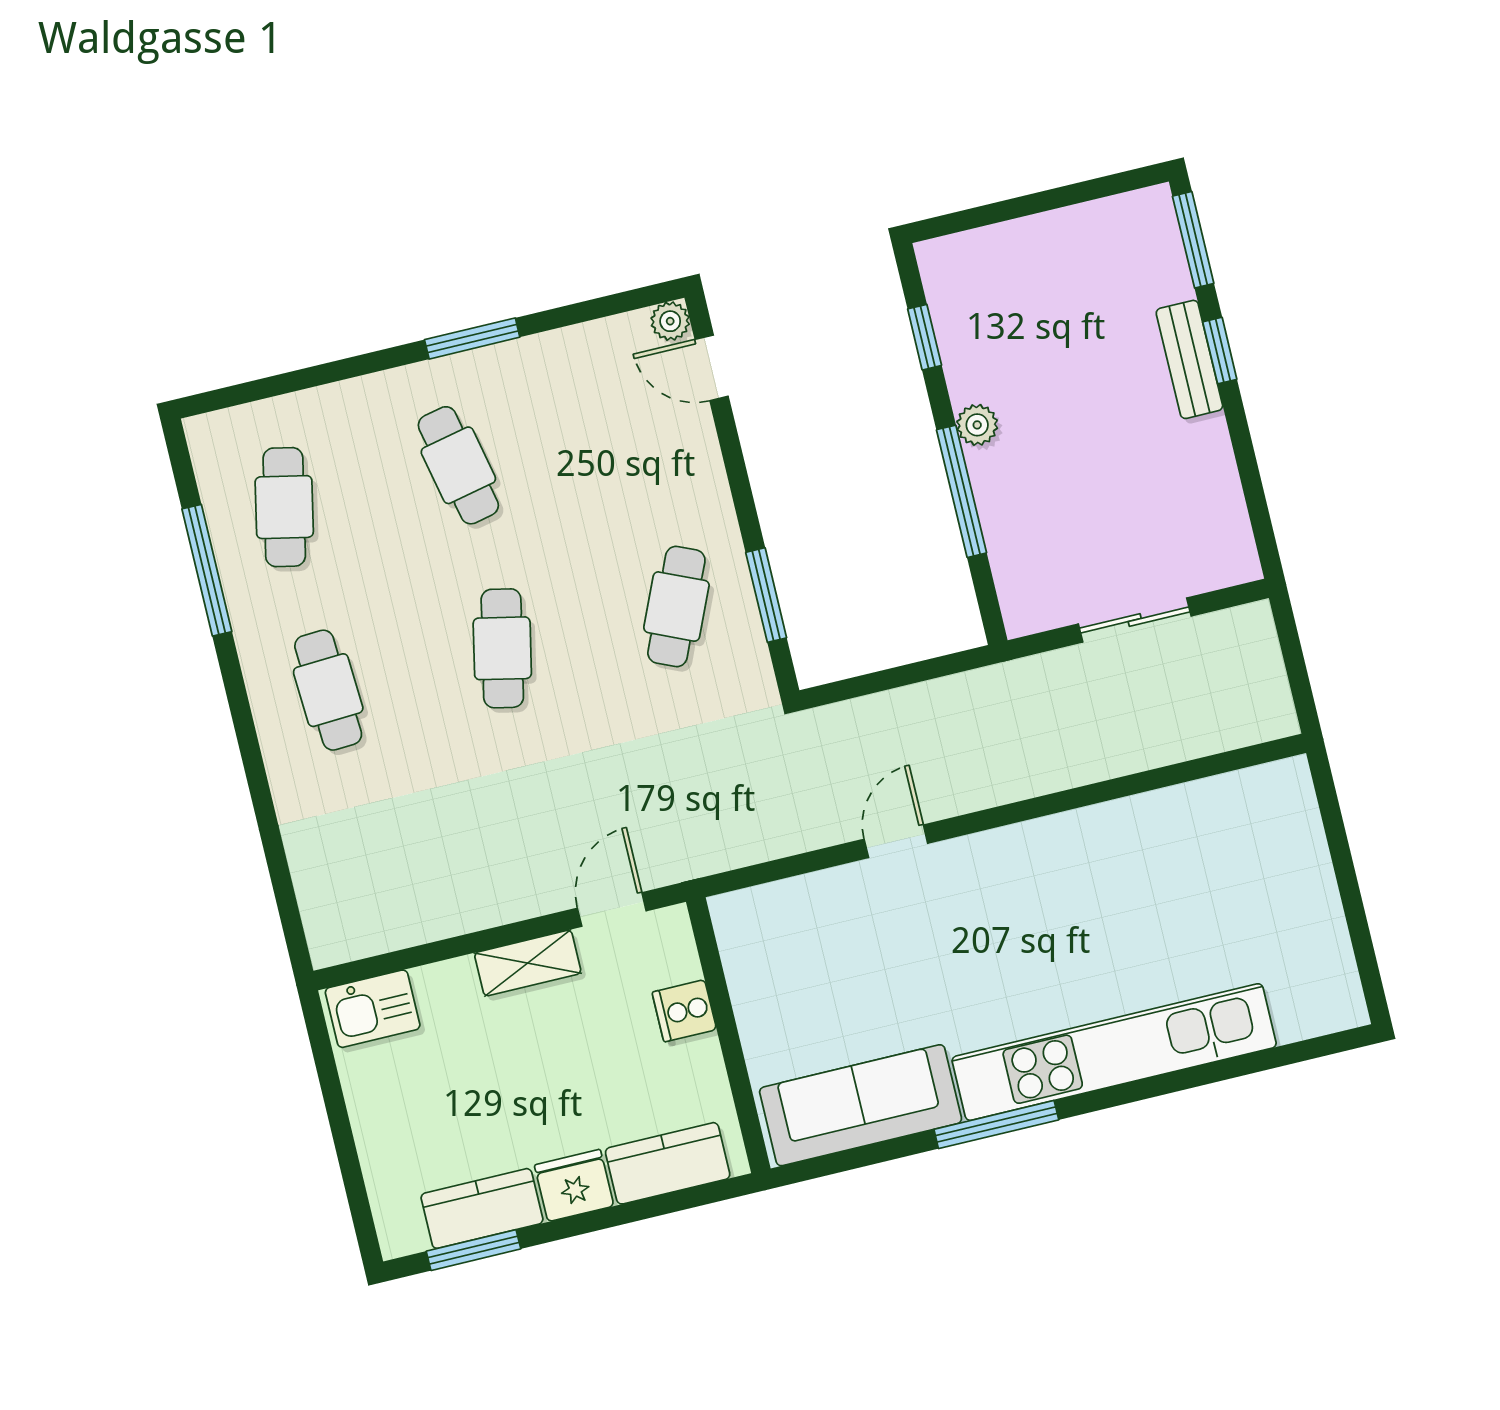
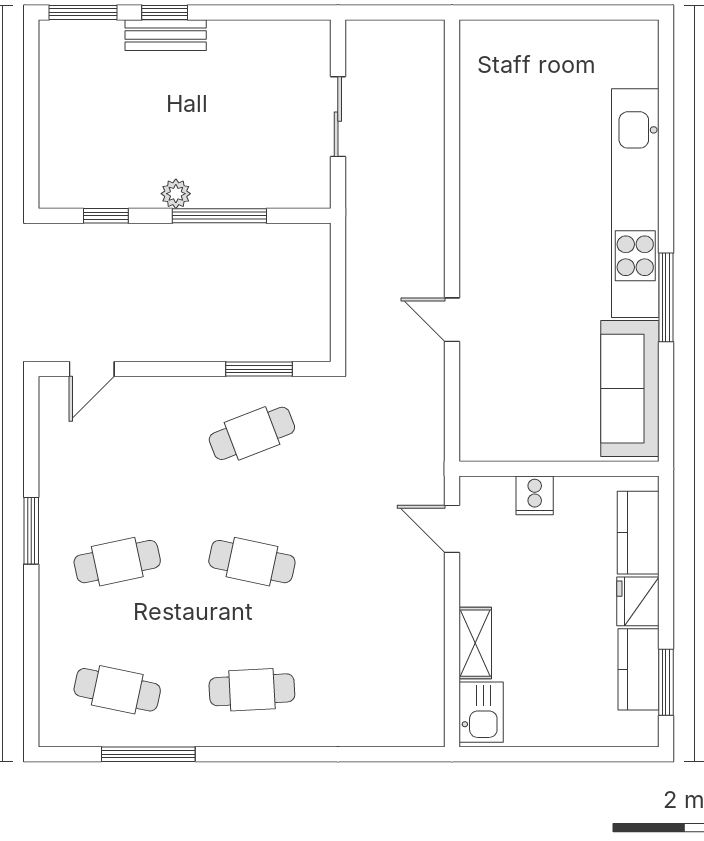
plant: (670, 321) -> (52, 390), removed
cafe table: (676, 607) -> (252, 433), turned -45
shelving: (528, 963) -> (475, 643), moved

